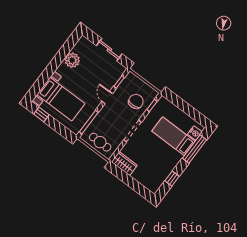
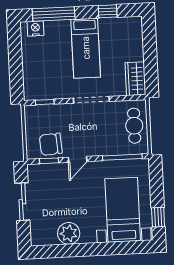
chair: (136, 101) -> (51, 144), moved
bed: (173, 136) -> (86, 48), moved

